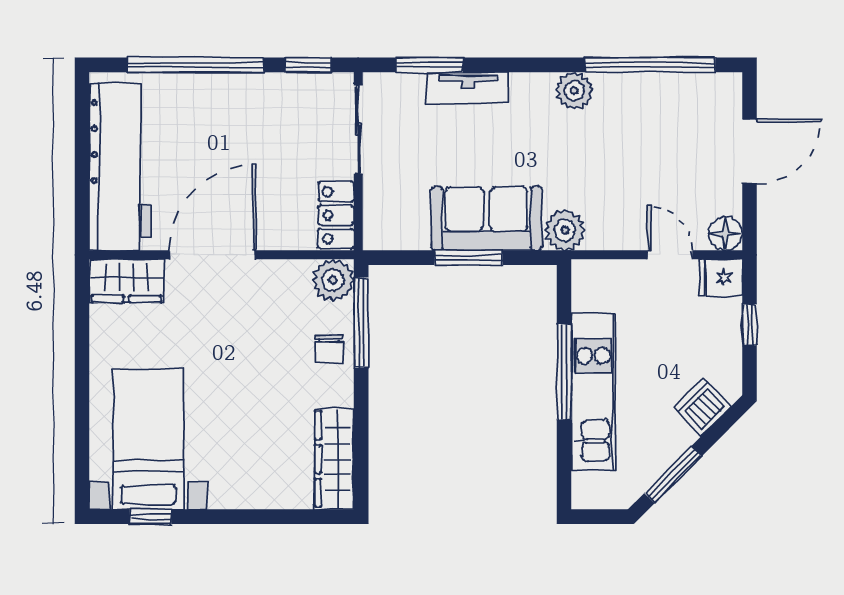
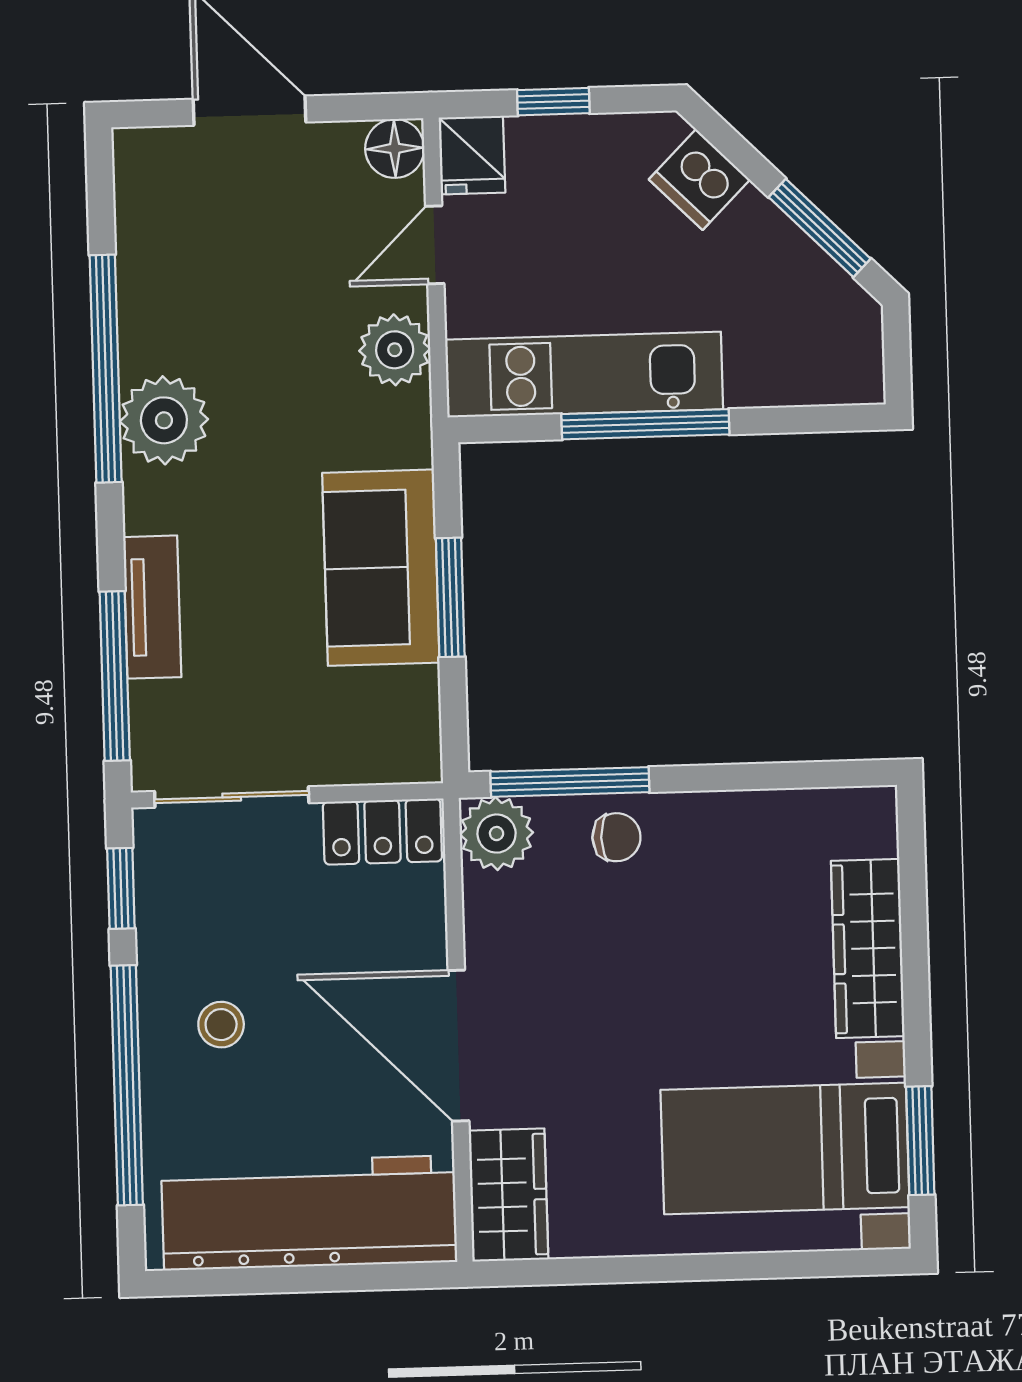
window: (429, 65) -> (115, 676), width x1.44
window: (650, 65) -> (106, 369), moved
plant: (574, 91) -> (164, 420), width x1.36, depth x1.36
stool: (229, 120) -> (221, 1025), added
plant: (565, 230) -> (395, 350), moved
kitchen unit: (593, 392) -> (584, 375), moved
wardrobe: (334, 459) -> (868, 948), moved, turned 90
window: (151, 517) -> (920, 1141), width x1.50

